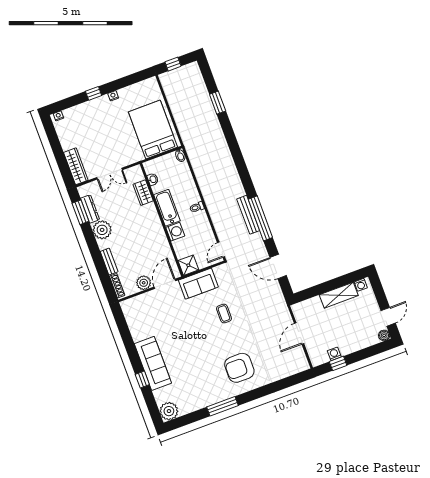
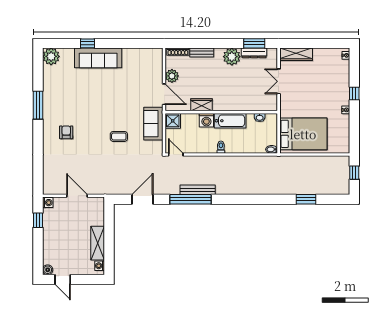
wardrobe: (143, 193) -> (201, 105), moved
washing machine: (334, 354) -> (48, 203), moved
armchair: (239, 368) -> (66, 132), width x0.53, depth x0.53

